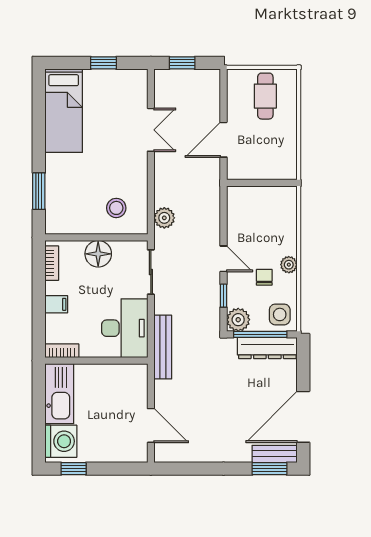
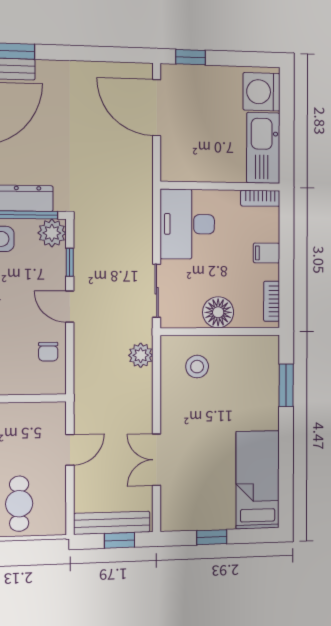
door: (224, 140) -> (70, 450), width x0.73
chair: (264, 277) -> (48, 352), moved
bench: (163, 347) -> (112, 523), moved, turned 90
door: (151, 425) -> (157, 108), width x1.36
window: (74, 469) -> (191, 57), moved

